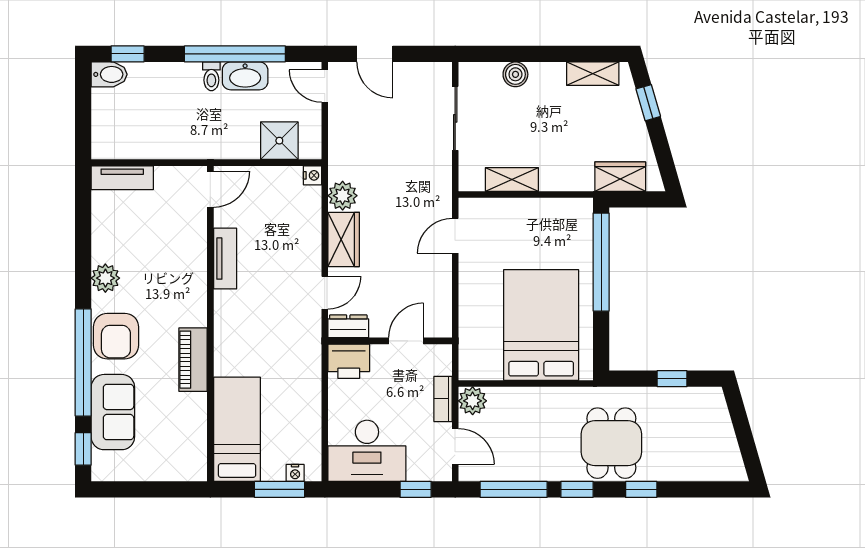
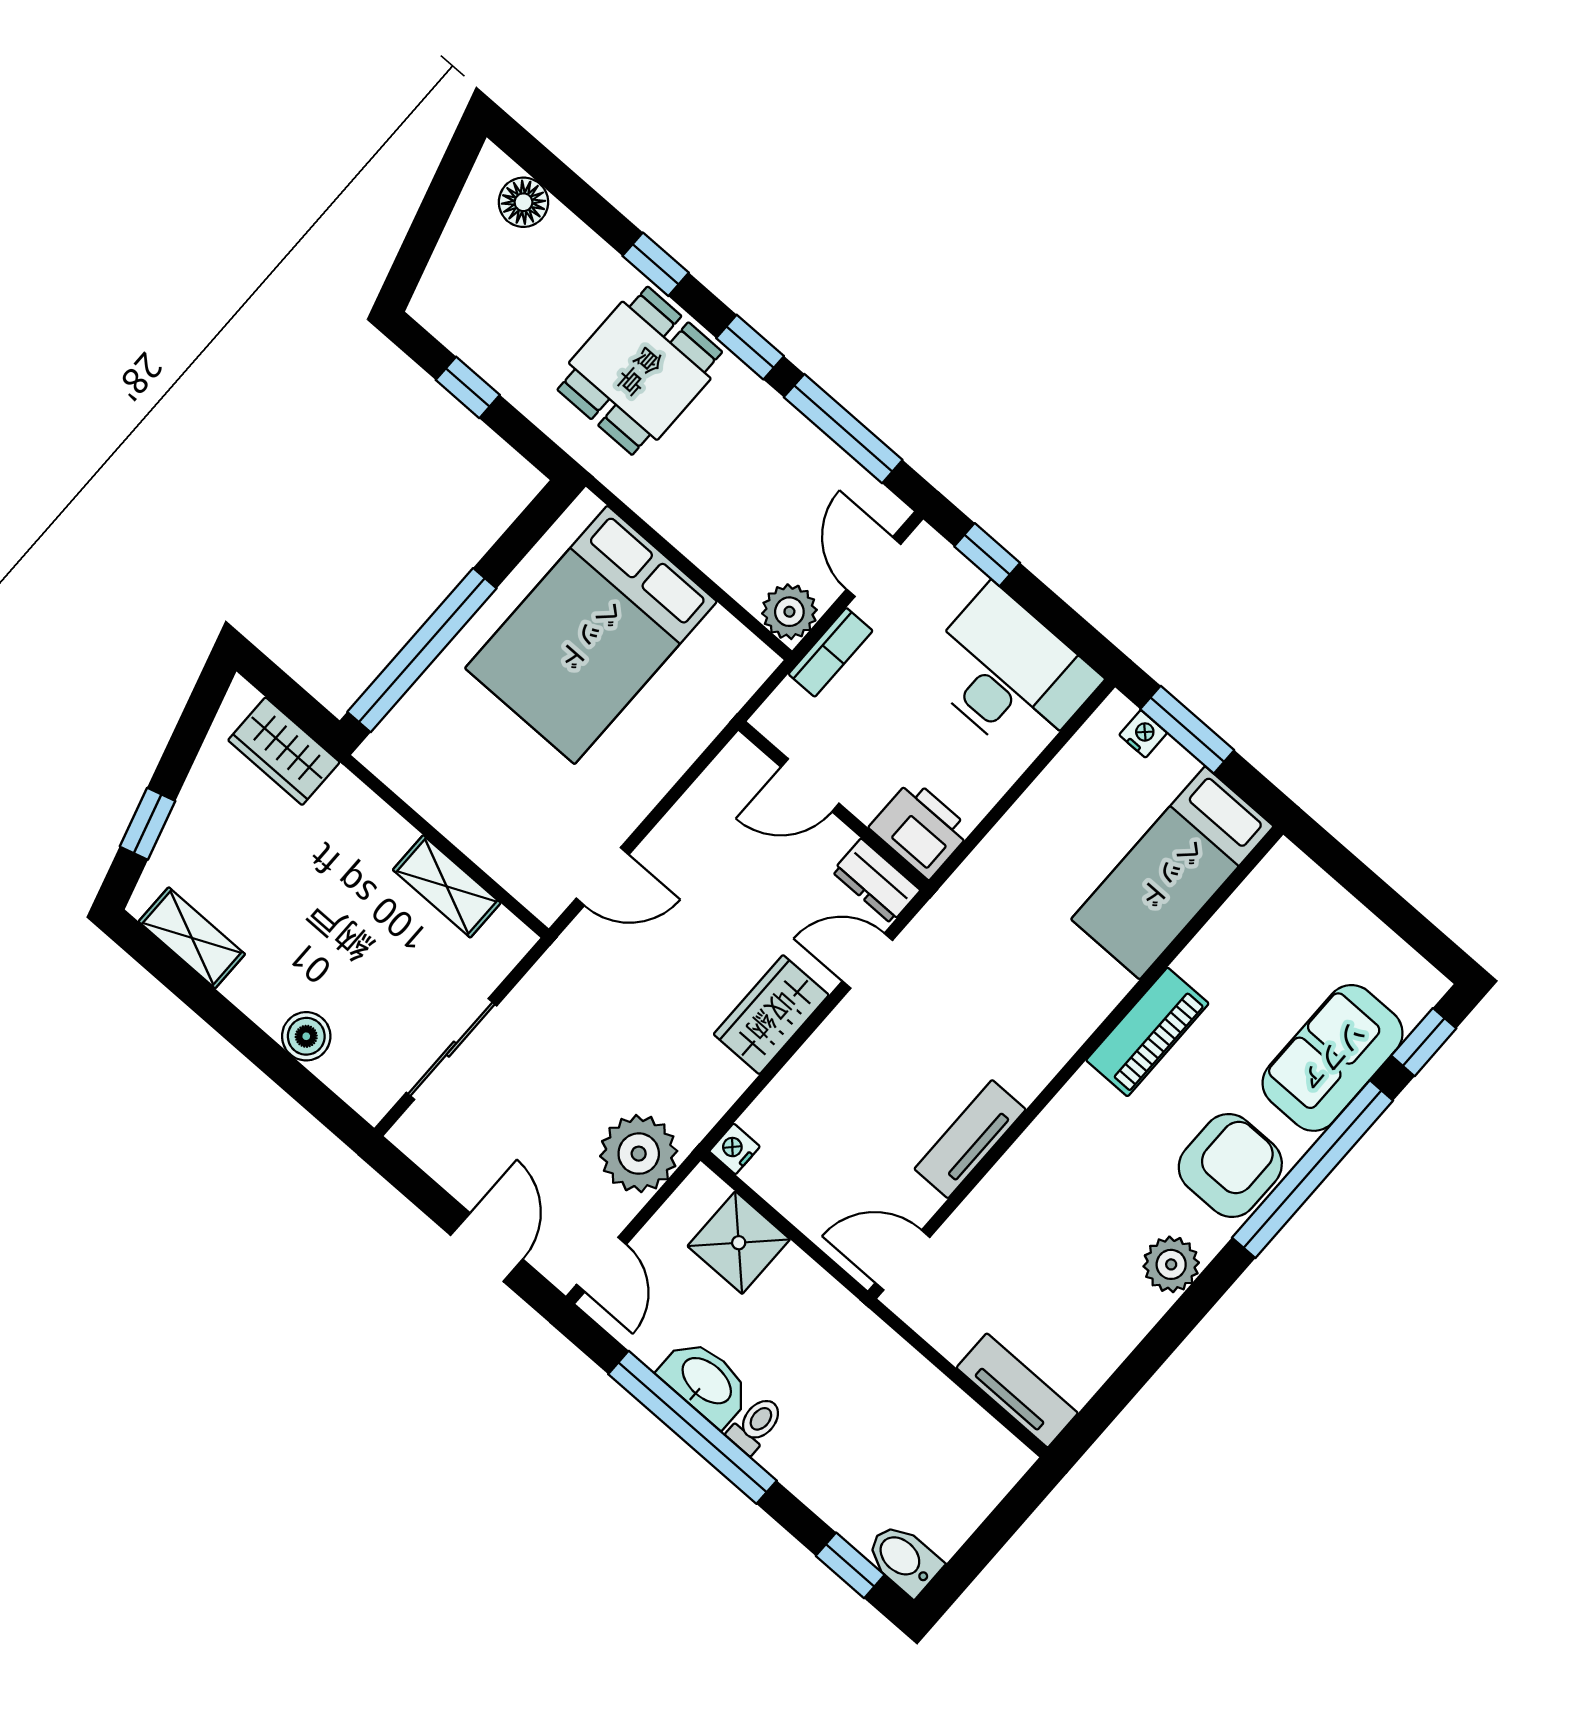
plant: (343, 196) -> (639, 1154), moved, width x1.36, depth x1.36
floor lamp: (713, 469) -> (523, 202), added

